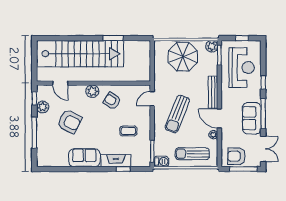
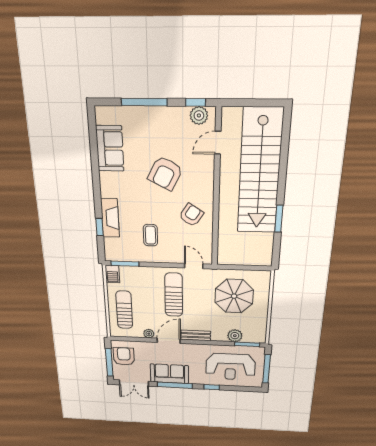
window: (242, 38) -> (267, 369), width x2.17
plant: (212, 46) -> (235, 336), moved
parasol: (183, 57) -> (234, 296), moved
plant: (92, 91) -> (205, 189), removed
bench: (213, 92) -> (196, 335), width x0.73
plant: (43, 107) -> (199, 115), moved
sun lounger: (177, 114) -> (174, 295), turned 68
armchair: (69, 121) -> (165, 173), moved
sofa: (84, 158) -> (110, 149), moved

